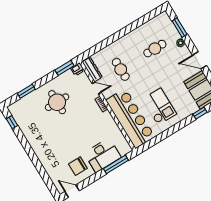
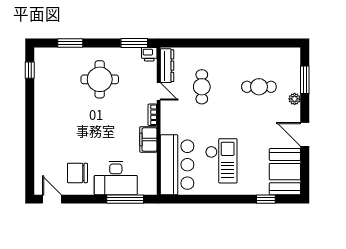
bar counter: (130, 118) -> (177, 165), width x0.73
filing cabinet: (108, 120) -> (148, 139), added

